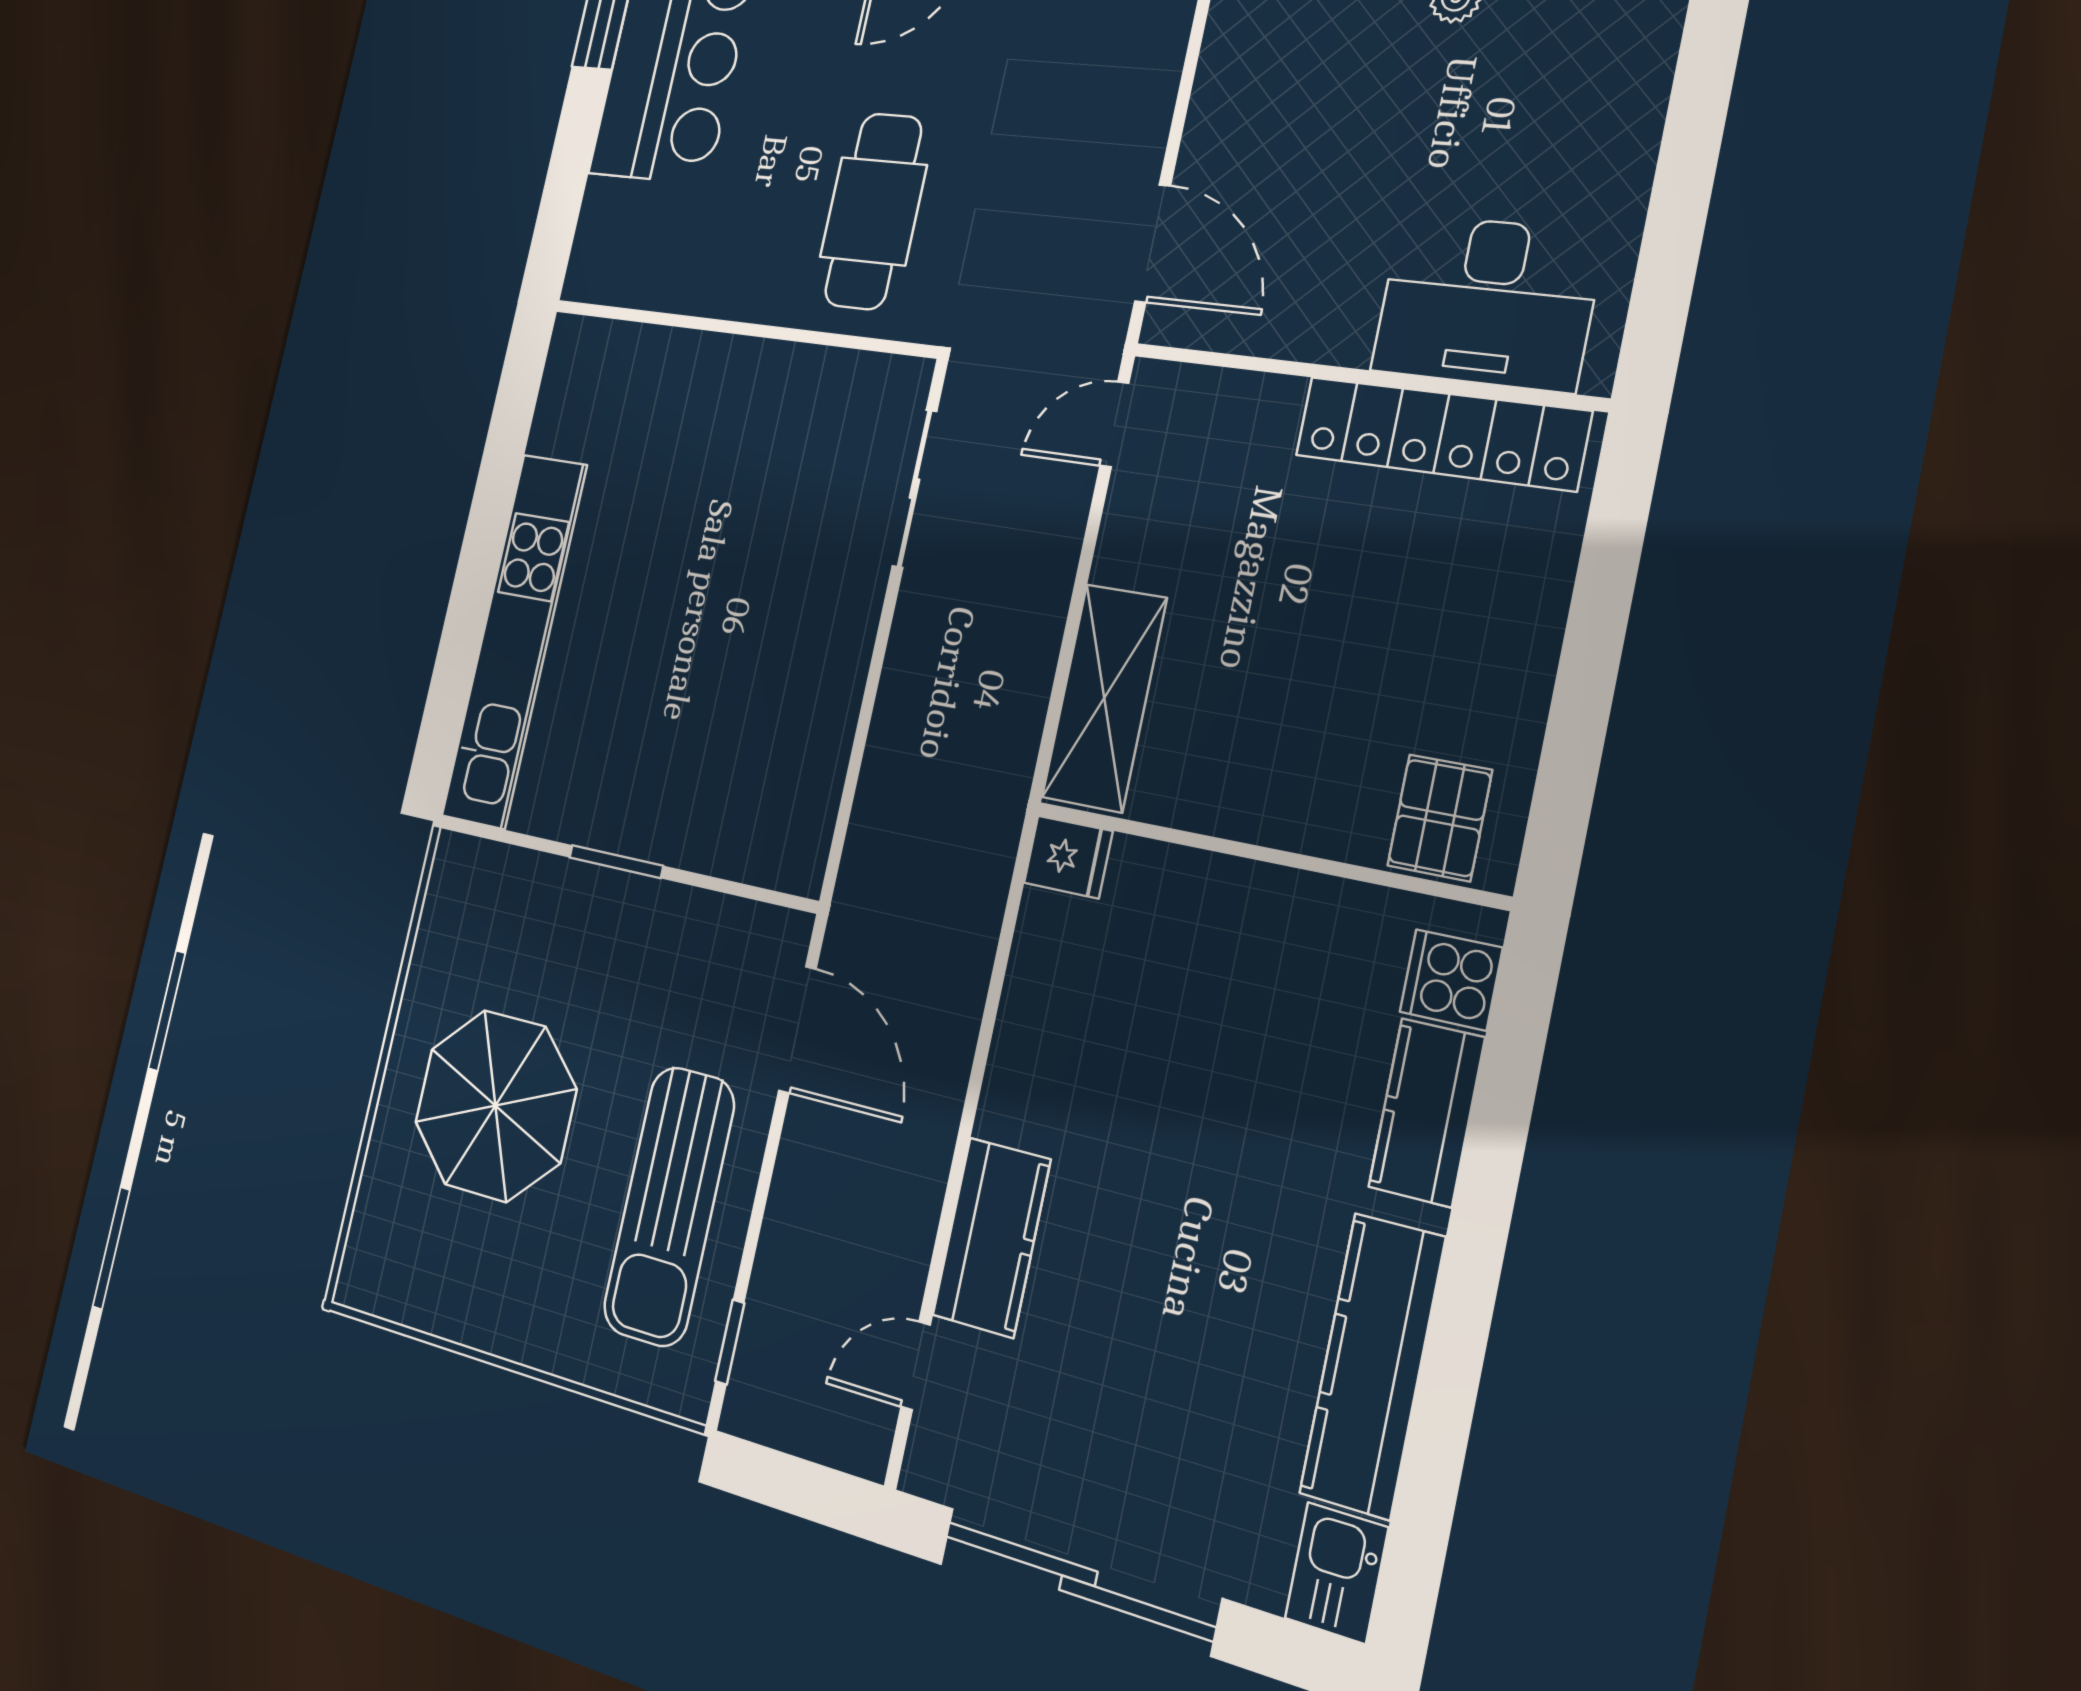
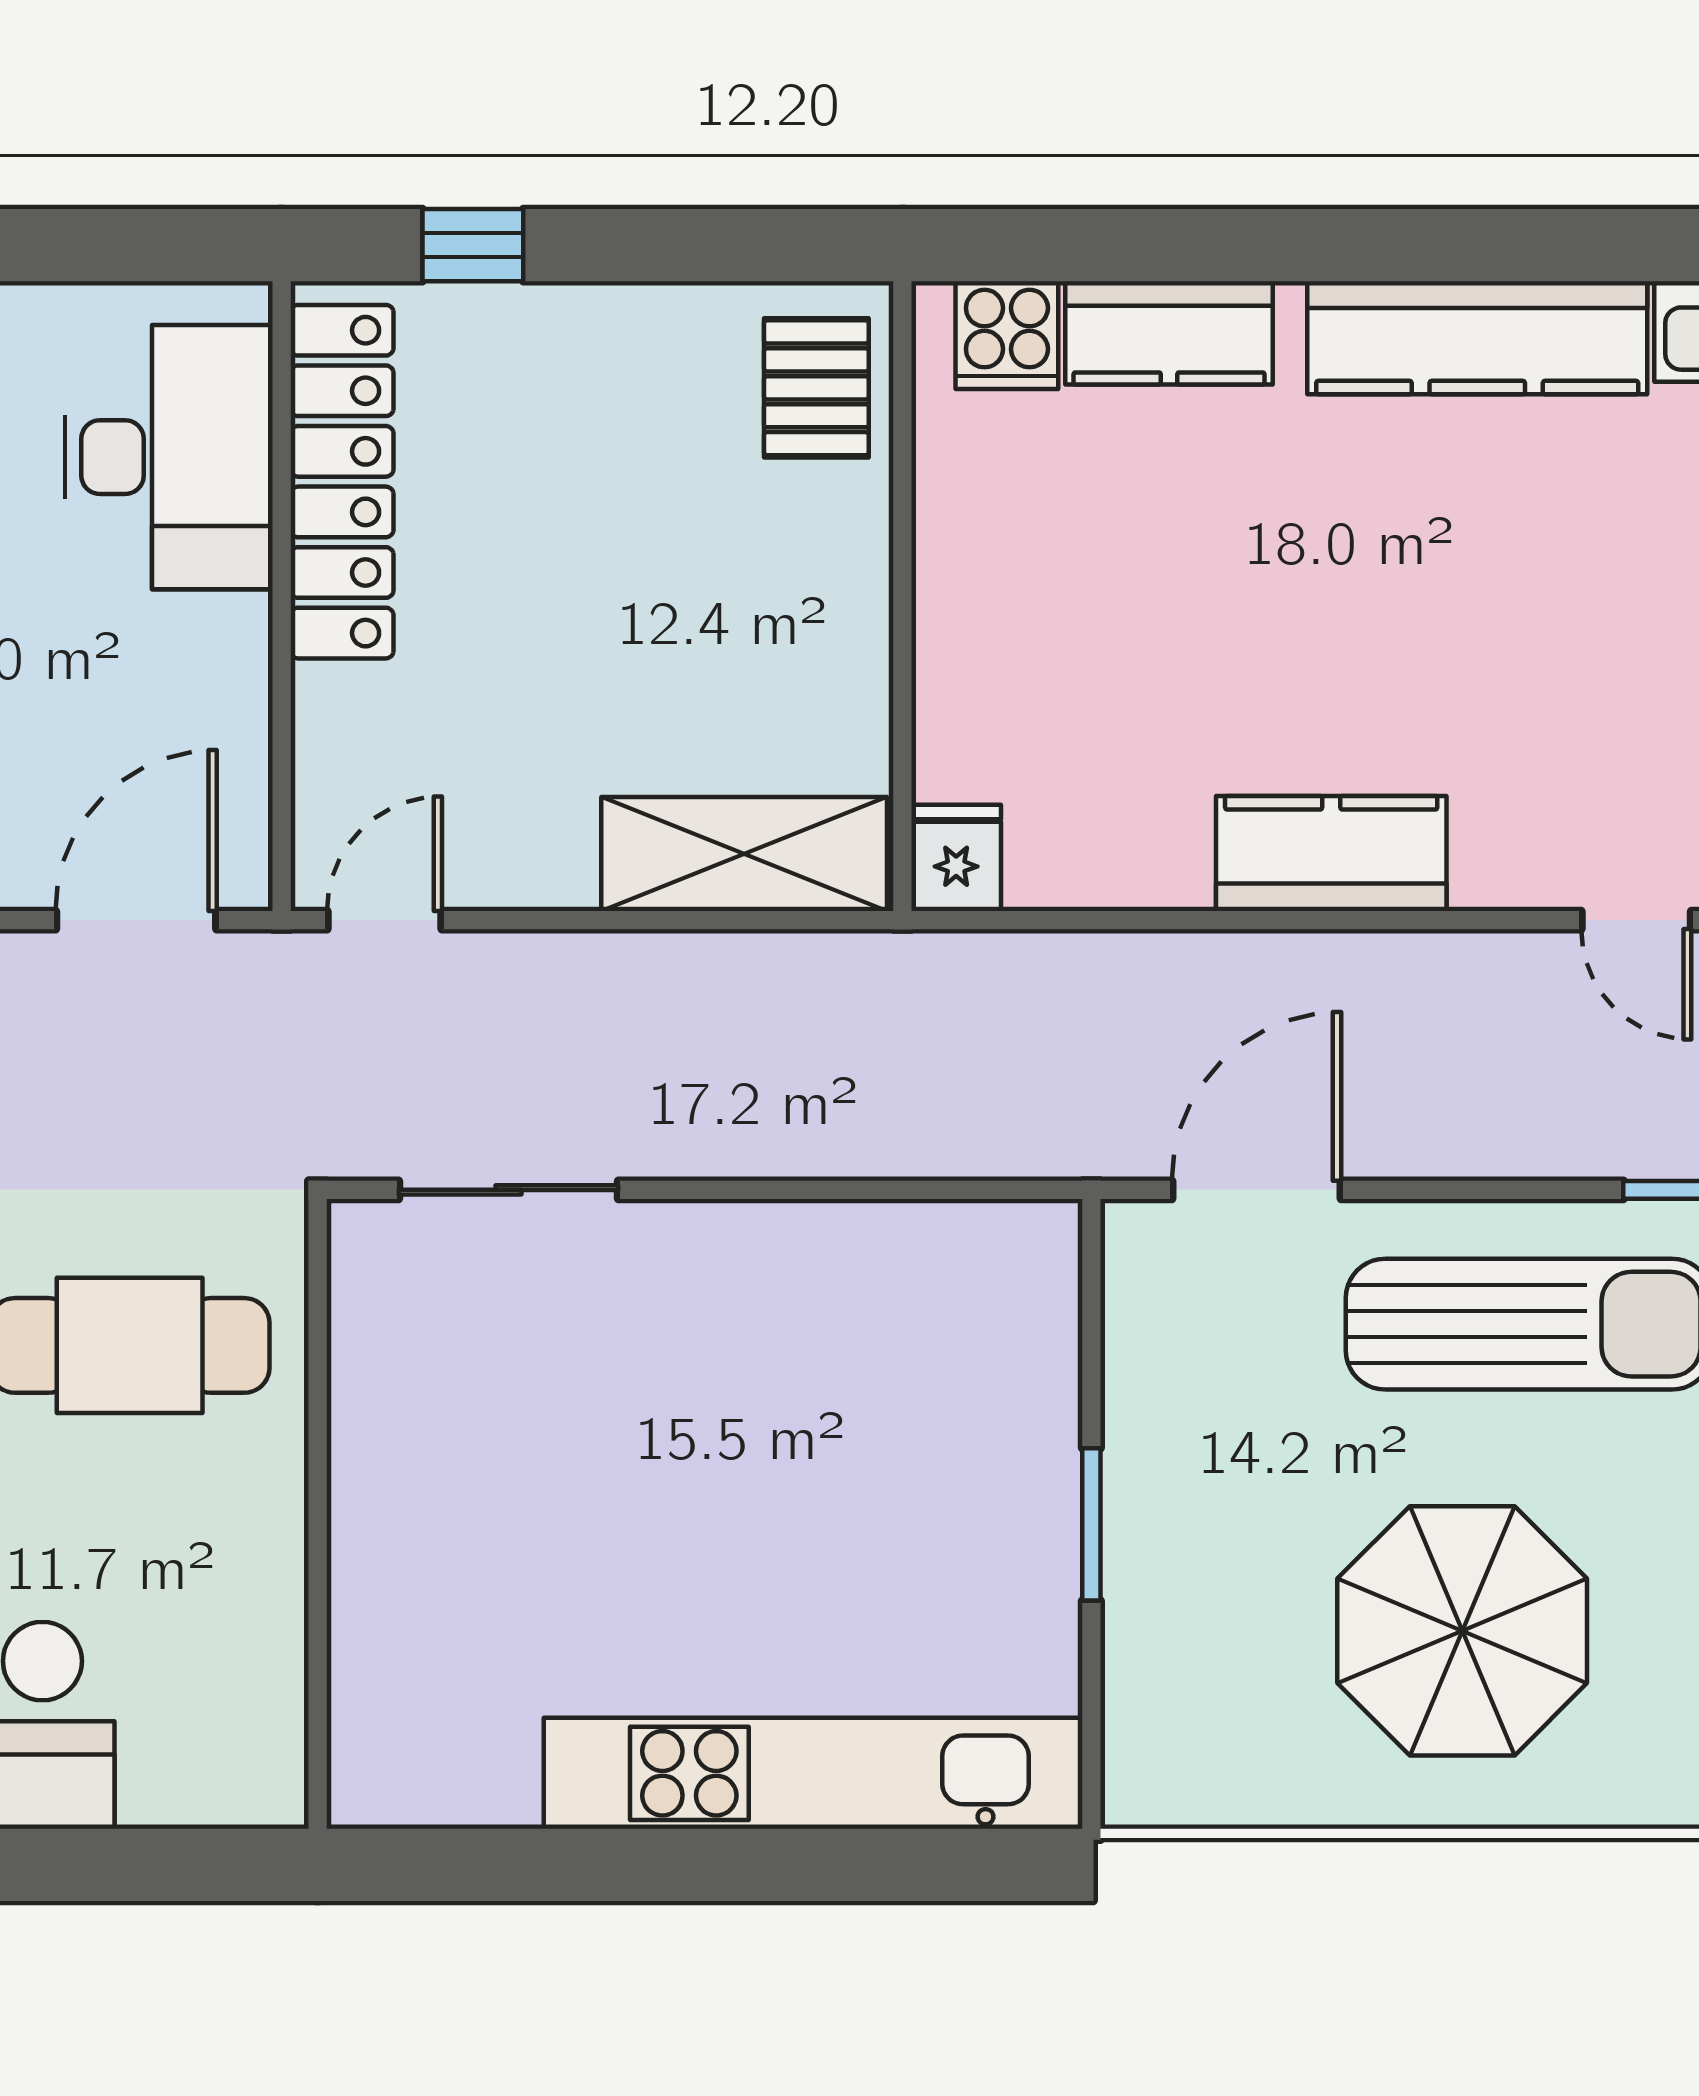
door: (1114, 424) -> (385, 920), swing flipped
window: (1609, 562) -> (473, 245), added
pallet: (1440, 818) -> (816, 388), turned 90
kitchen counter: (992, 1237) -> (1331, 853), moved

